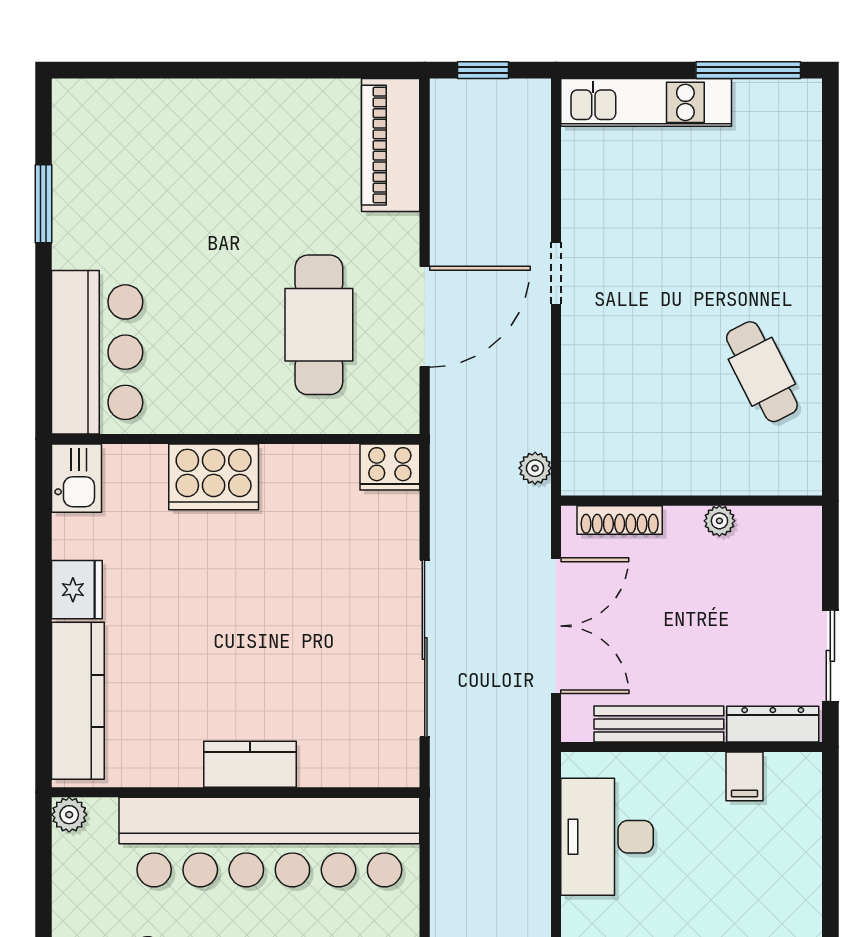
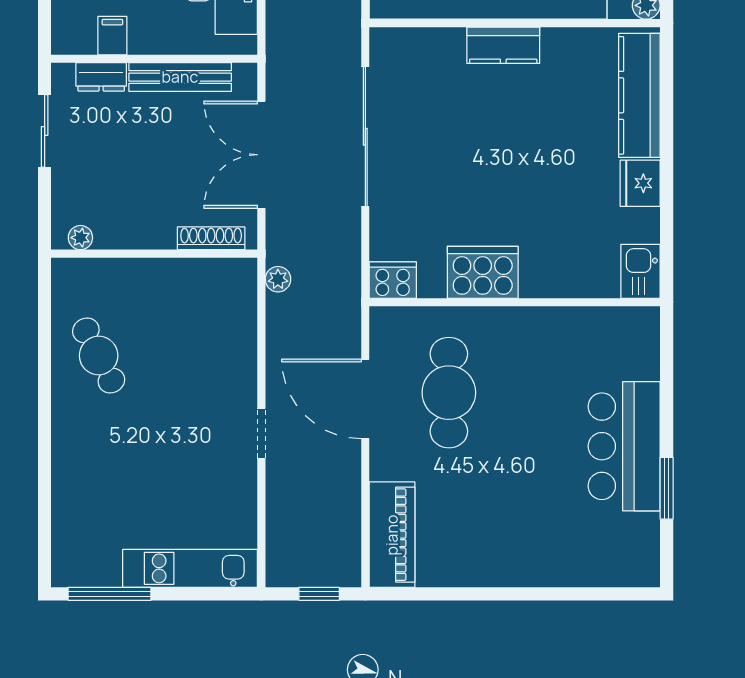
door: (425, 317) -> (365, 399), hinge flipped
bar counter: (97, 352) -> (624, 446), moved
cooker: (214, 477) -> (483, 272), moved
plant: (719, 521) -> (80, 238), moved
dresser: (773, 724) -> (101, 77), width x0.70

